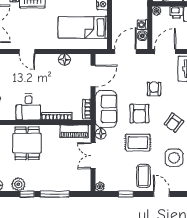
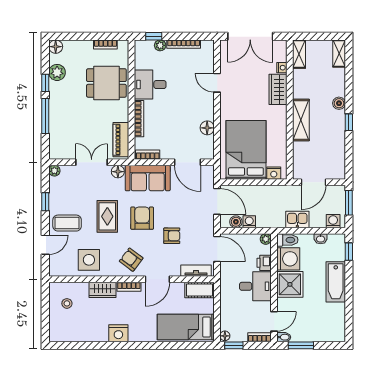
bed: (83, 27) -> (246, 150), width x1.50
door: (27, 51) -> (217, 83), hinge flipped
armchair: (139, 114) -> (142, 218), turned 90

